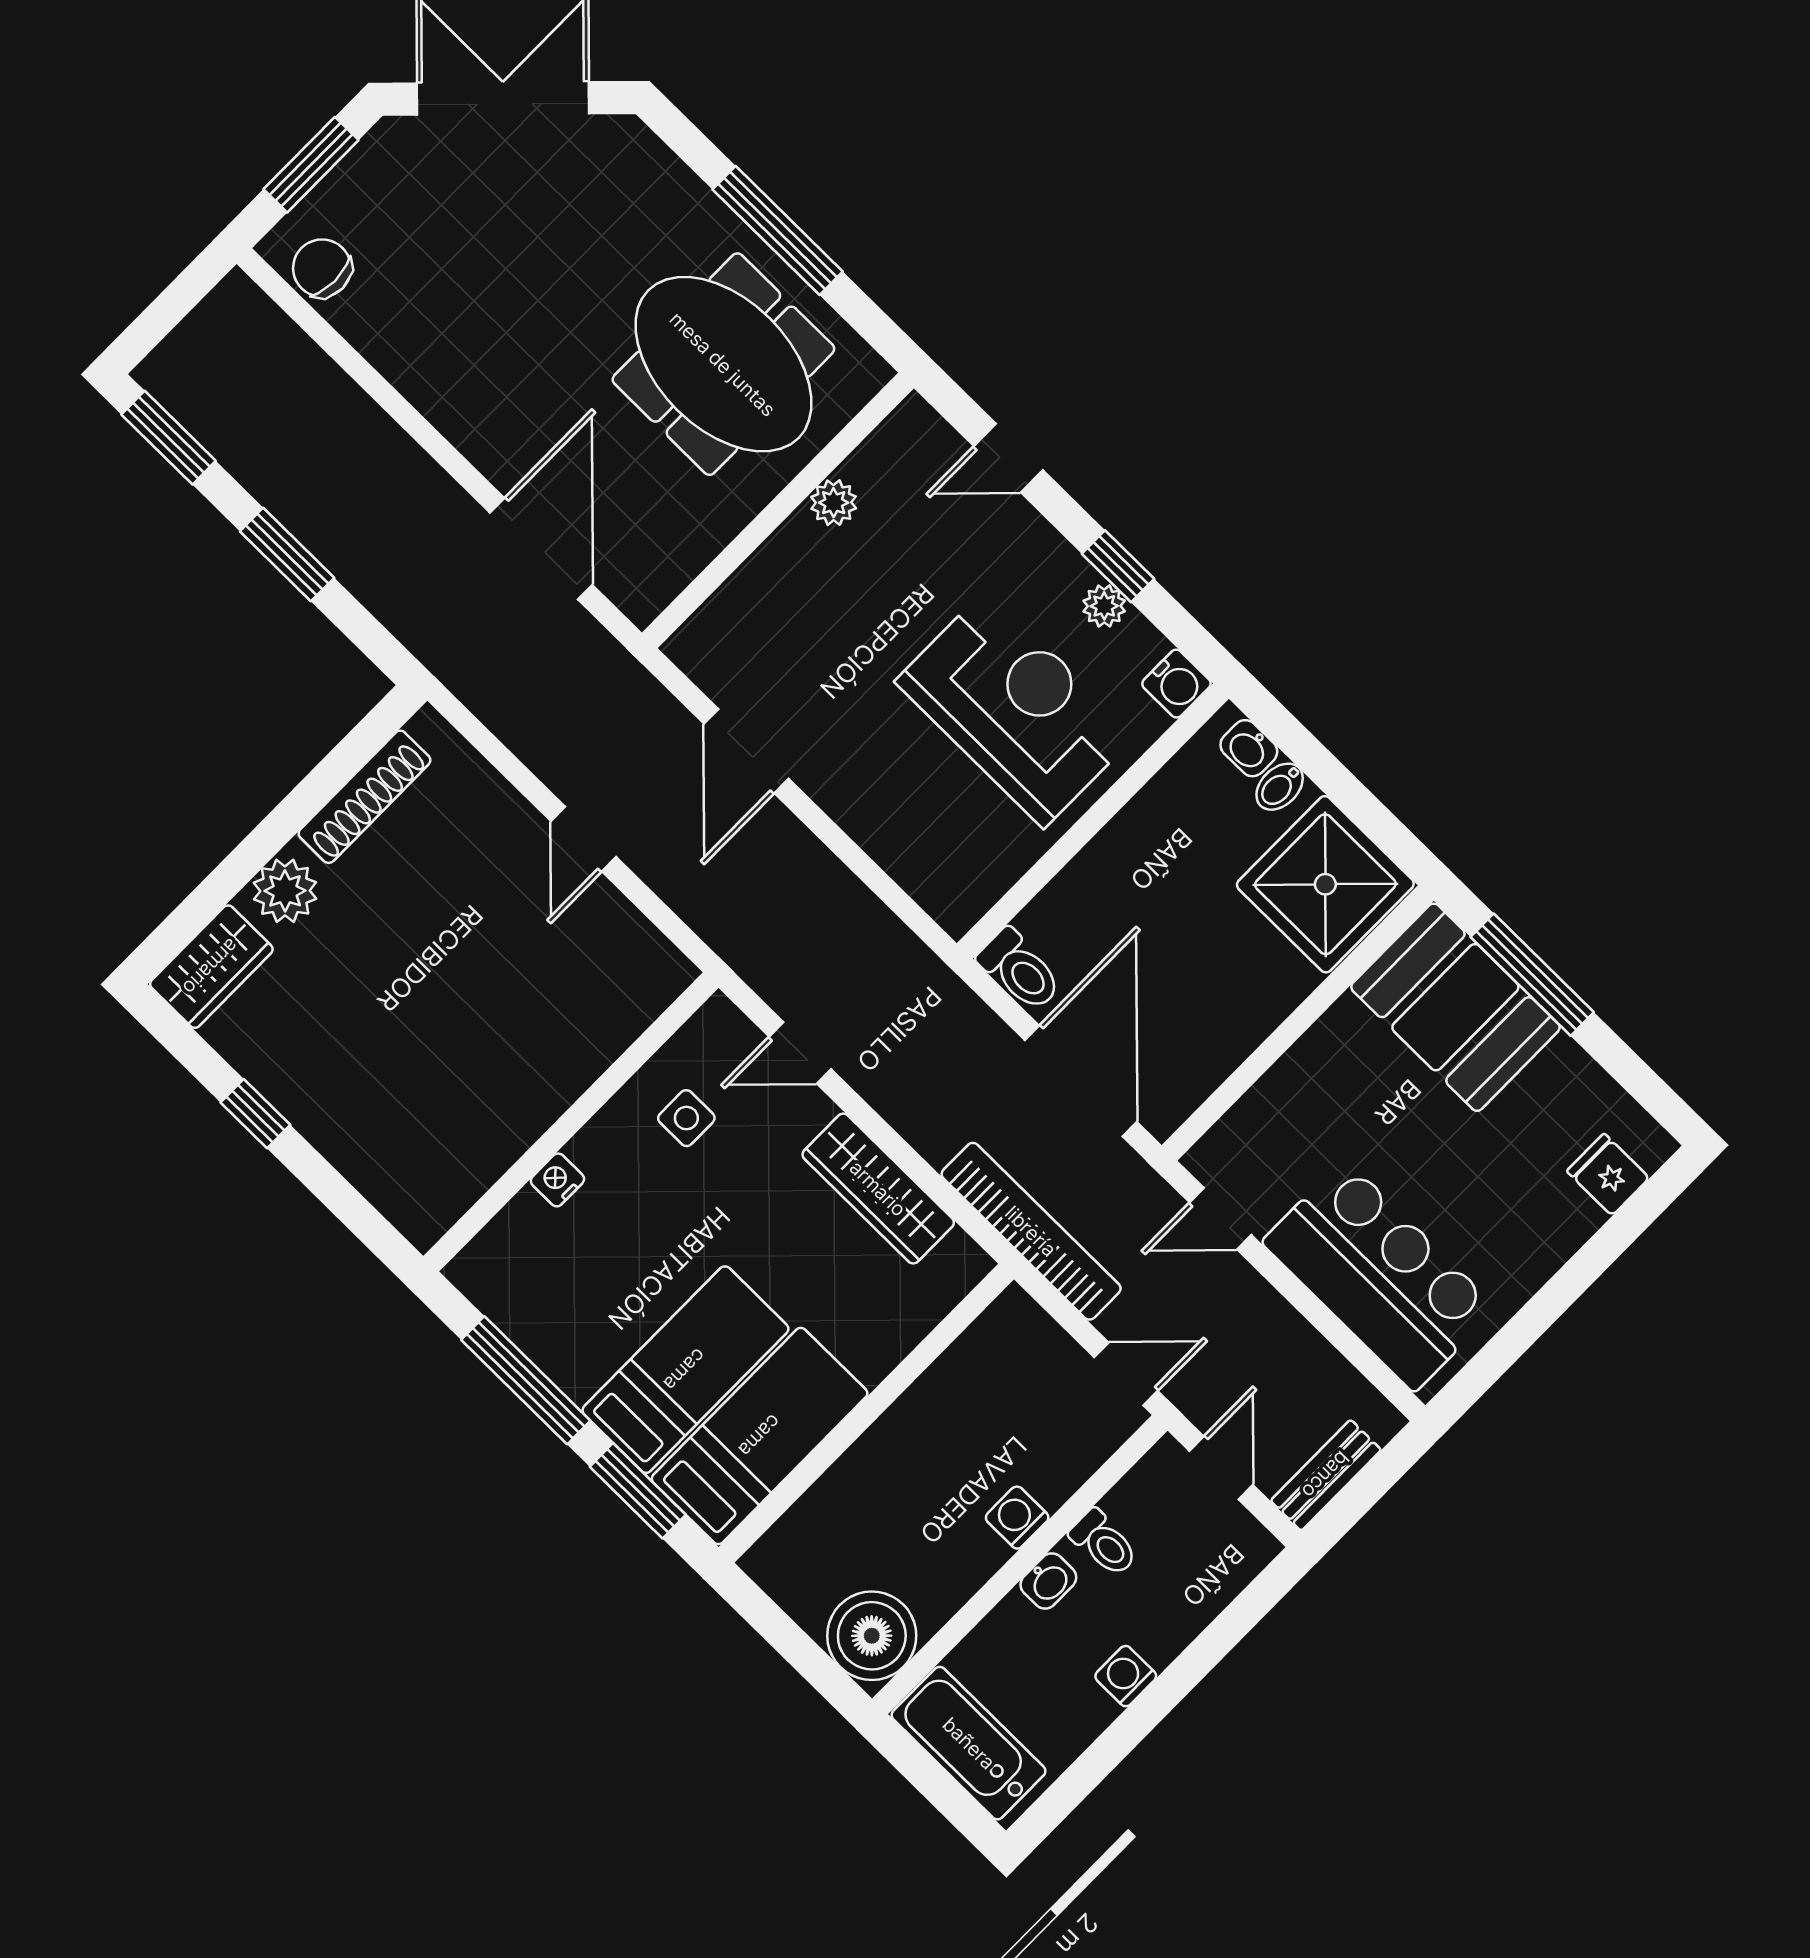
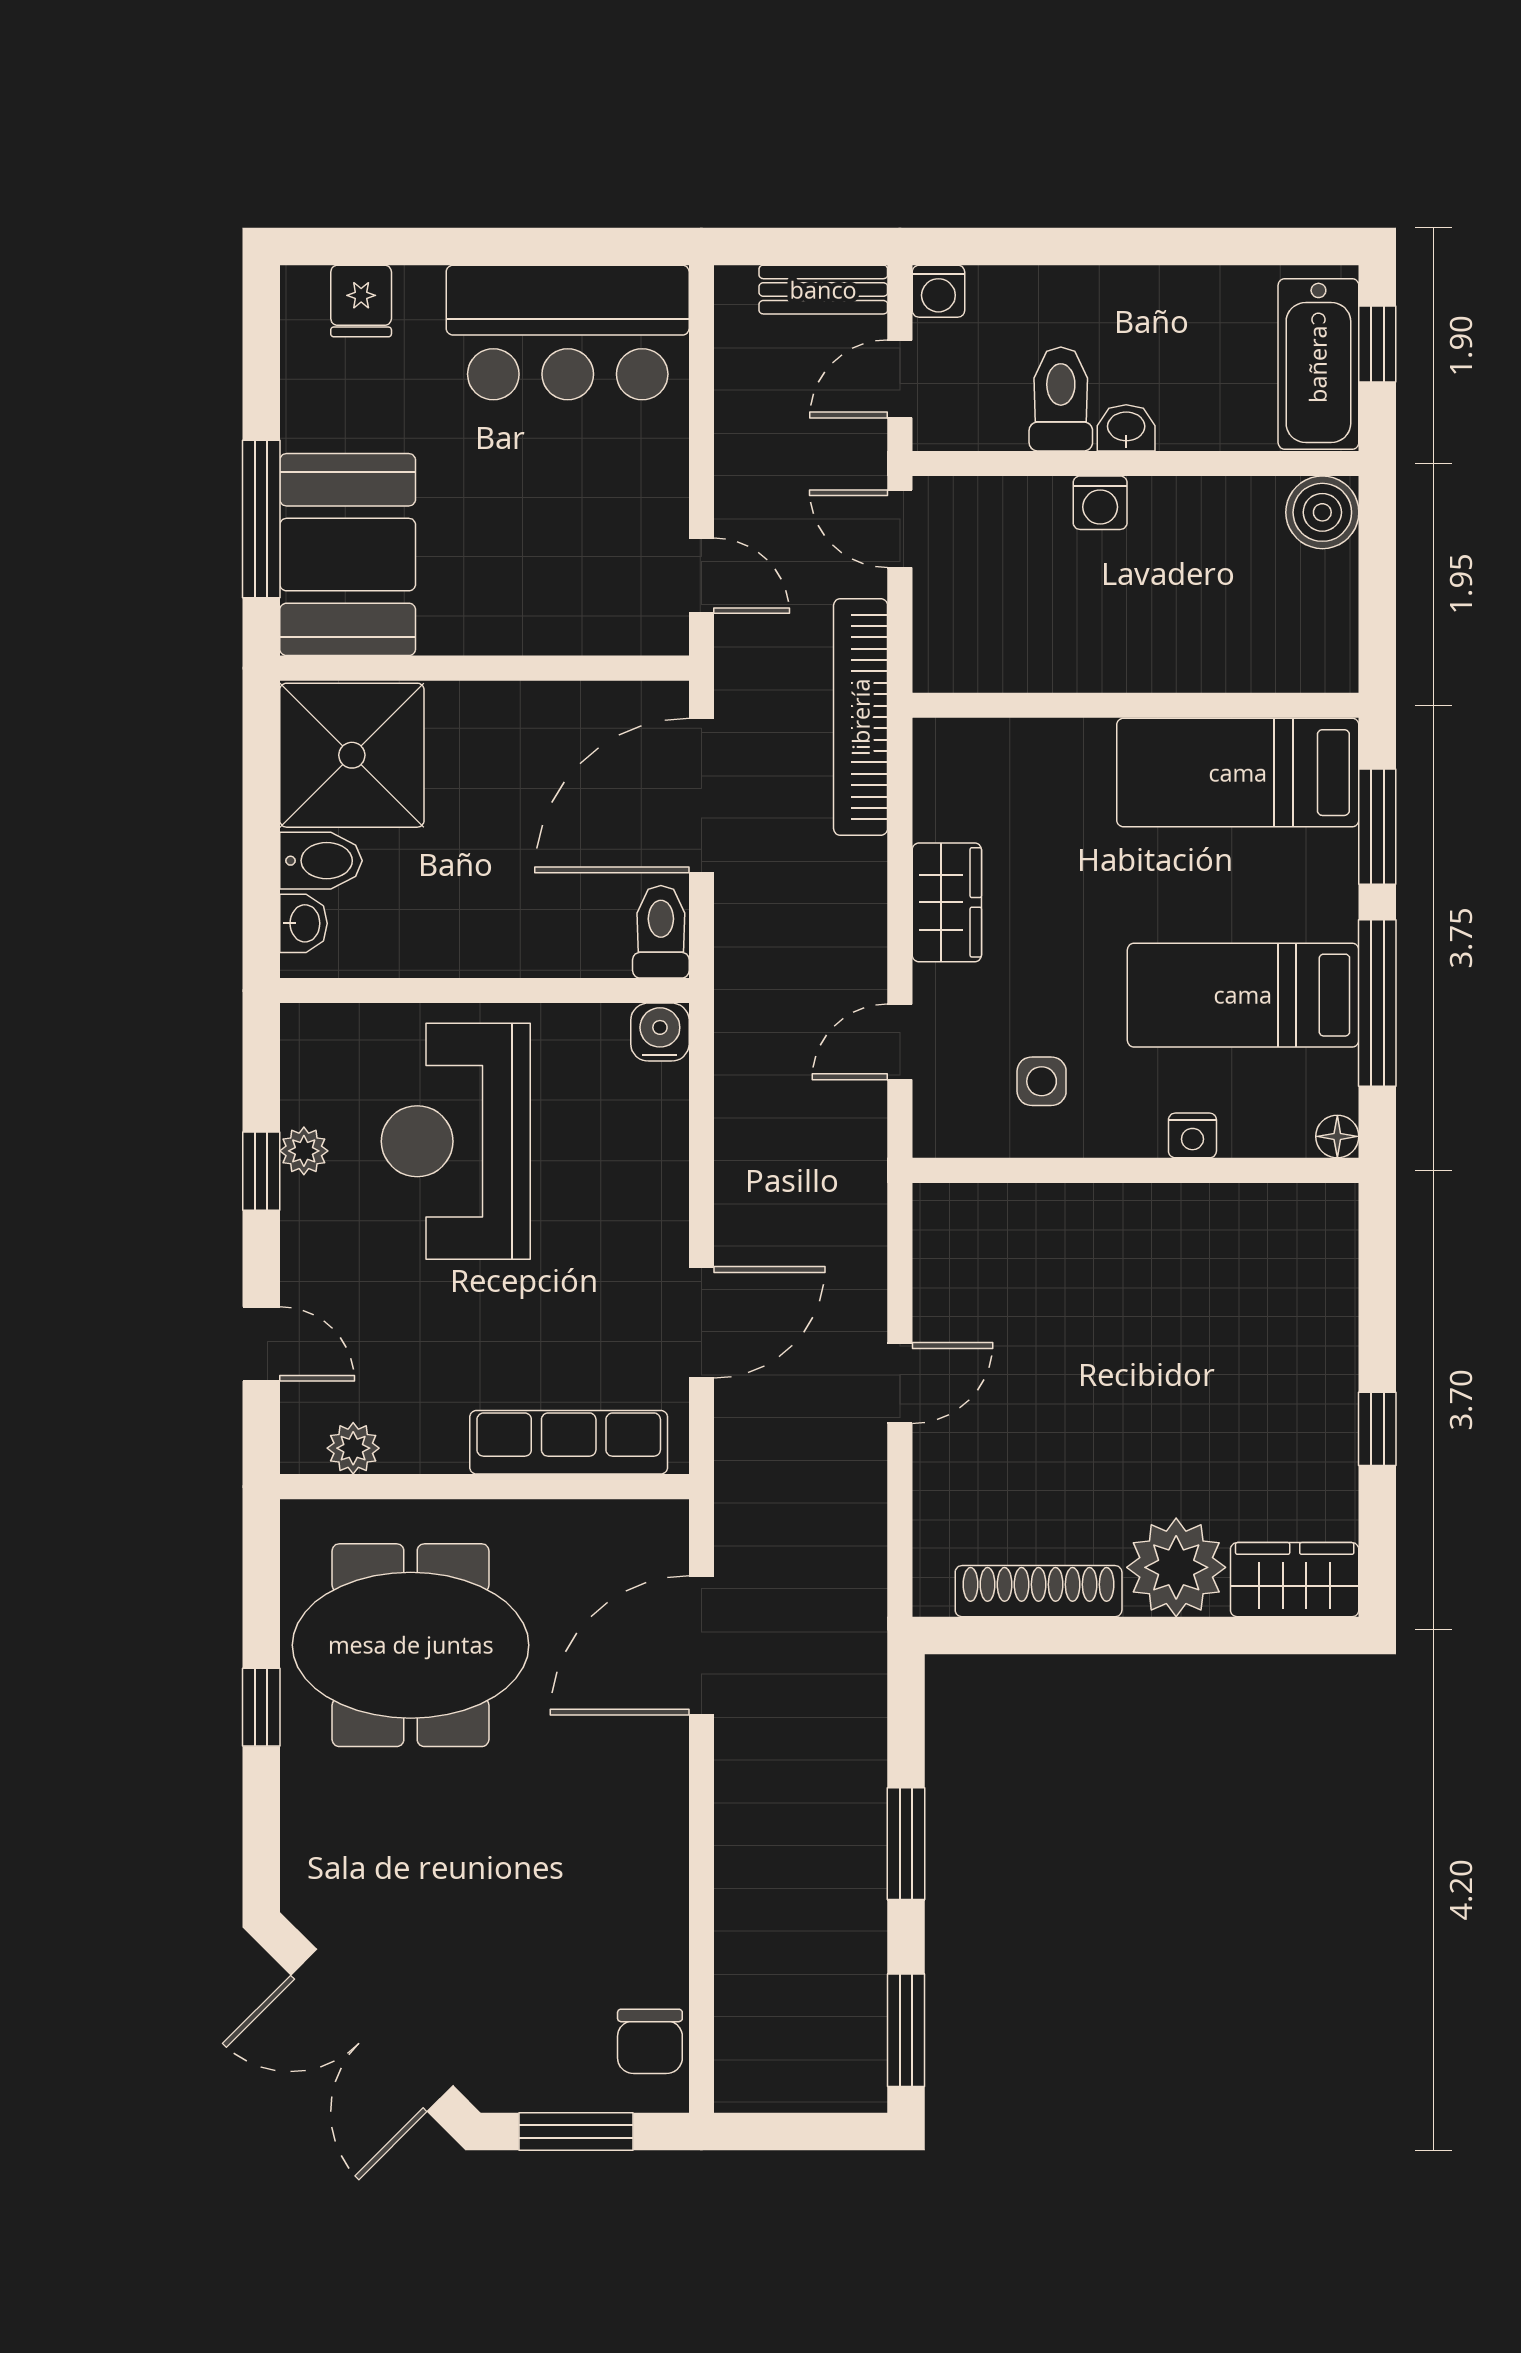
window: (778, 230) -> (261, 1707), width x0.46
meeting table: (723, 364) -> (411, 1645), turned 90
plant: (834, 503) -> (353, 1448), moved
row of seats: (753, 592) -> (569, 1442), added
water cooler: (1176, 684) -> (660, 1032), moved
bidet: (1280, 787) -> (321, 861), width x1.38, depth x1.36
plant: (285, 891) -> (1176, 1567), width x1.36, depth x1.36
door: (800, 1053) -> (900, 1042), swing flipped
wardrobe: (878, 1188) -> (947, 902), width x0.67
floor lamp: (466, 1271) -> (1337, 1136), added
bar counter: (1379, 1275) -> (568, 332), moved, turned -90
bed: (685, 1370) -> (1243, 995), moved
toilet: (1104, 1543) -> (1061, 399), width x1.37, depth x1.39
boiler: (872, 1636) -> (1322, 512), width x0.73, depth x0.73
washing machine: (1126, 1676) -> (938, 291), moved
window: (944, 1793) -> (1377, 344), added

